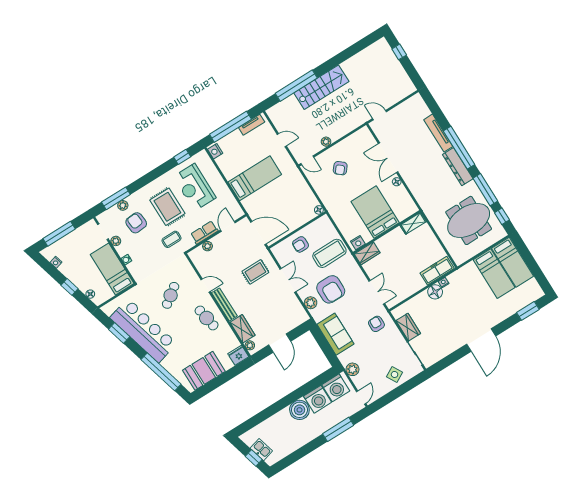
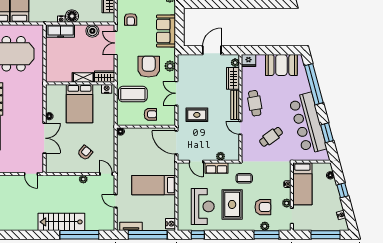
armchair: (136, 223) -> (263, 207), turned -85
shelving: (413, 223) -> (83, 77), moved
door: (228, 226) -> (196, 162), hinge flipped
boiler: (406, 290) -> (92, 31), added

